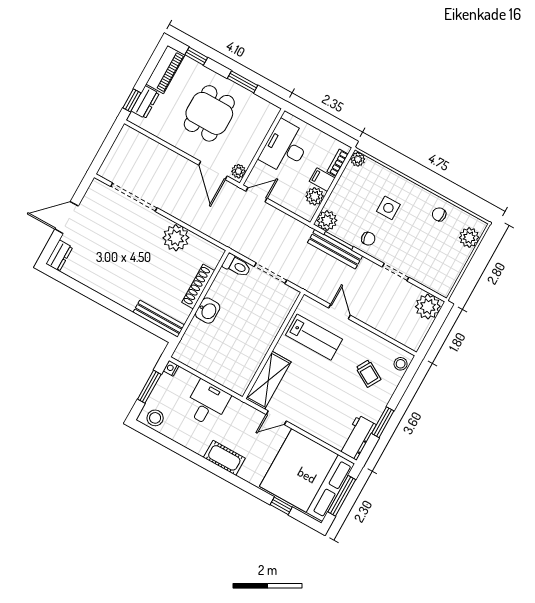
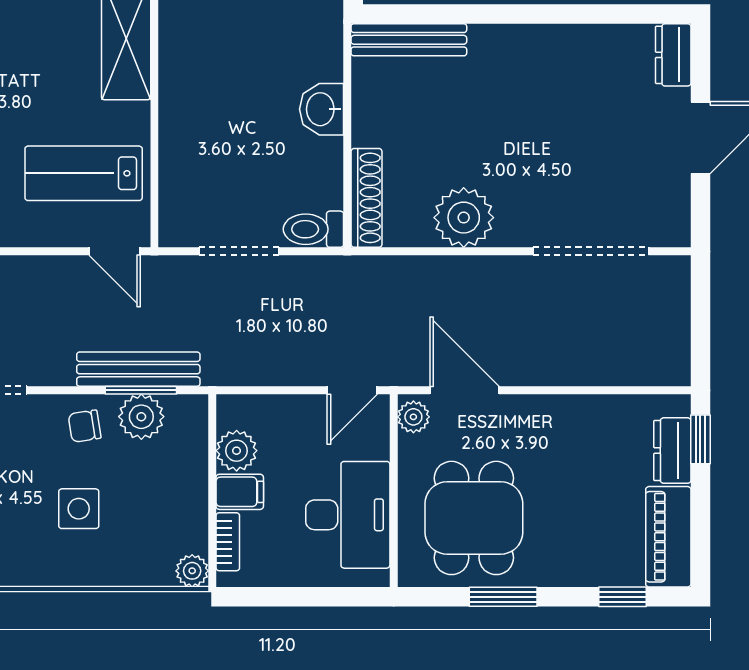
dining table: (209, 113) -> (474, 518), moved
plant: (327, 220) -> (141, 417), moved
shoe rack: (198, 286) -> (367, 198), moved
door: (339, 312) -> (115, 251), moved

